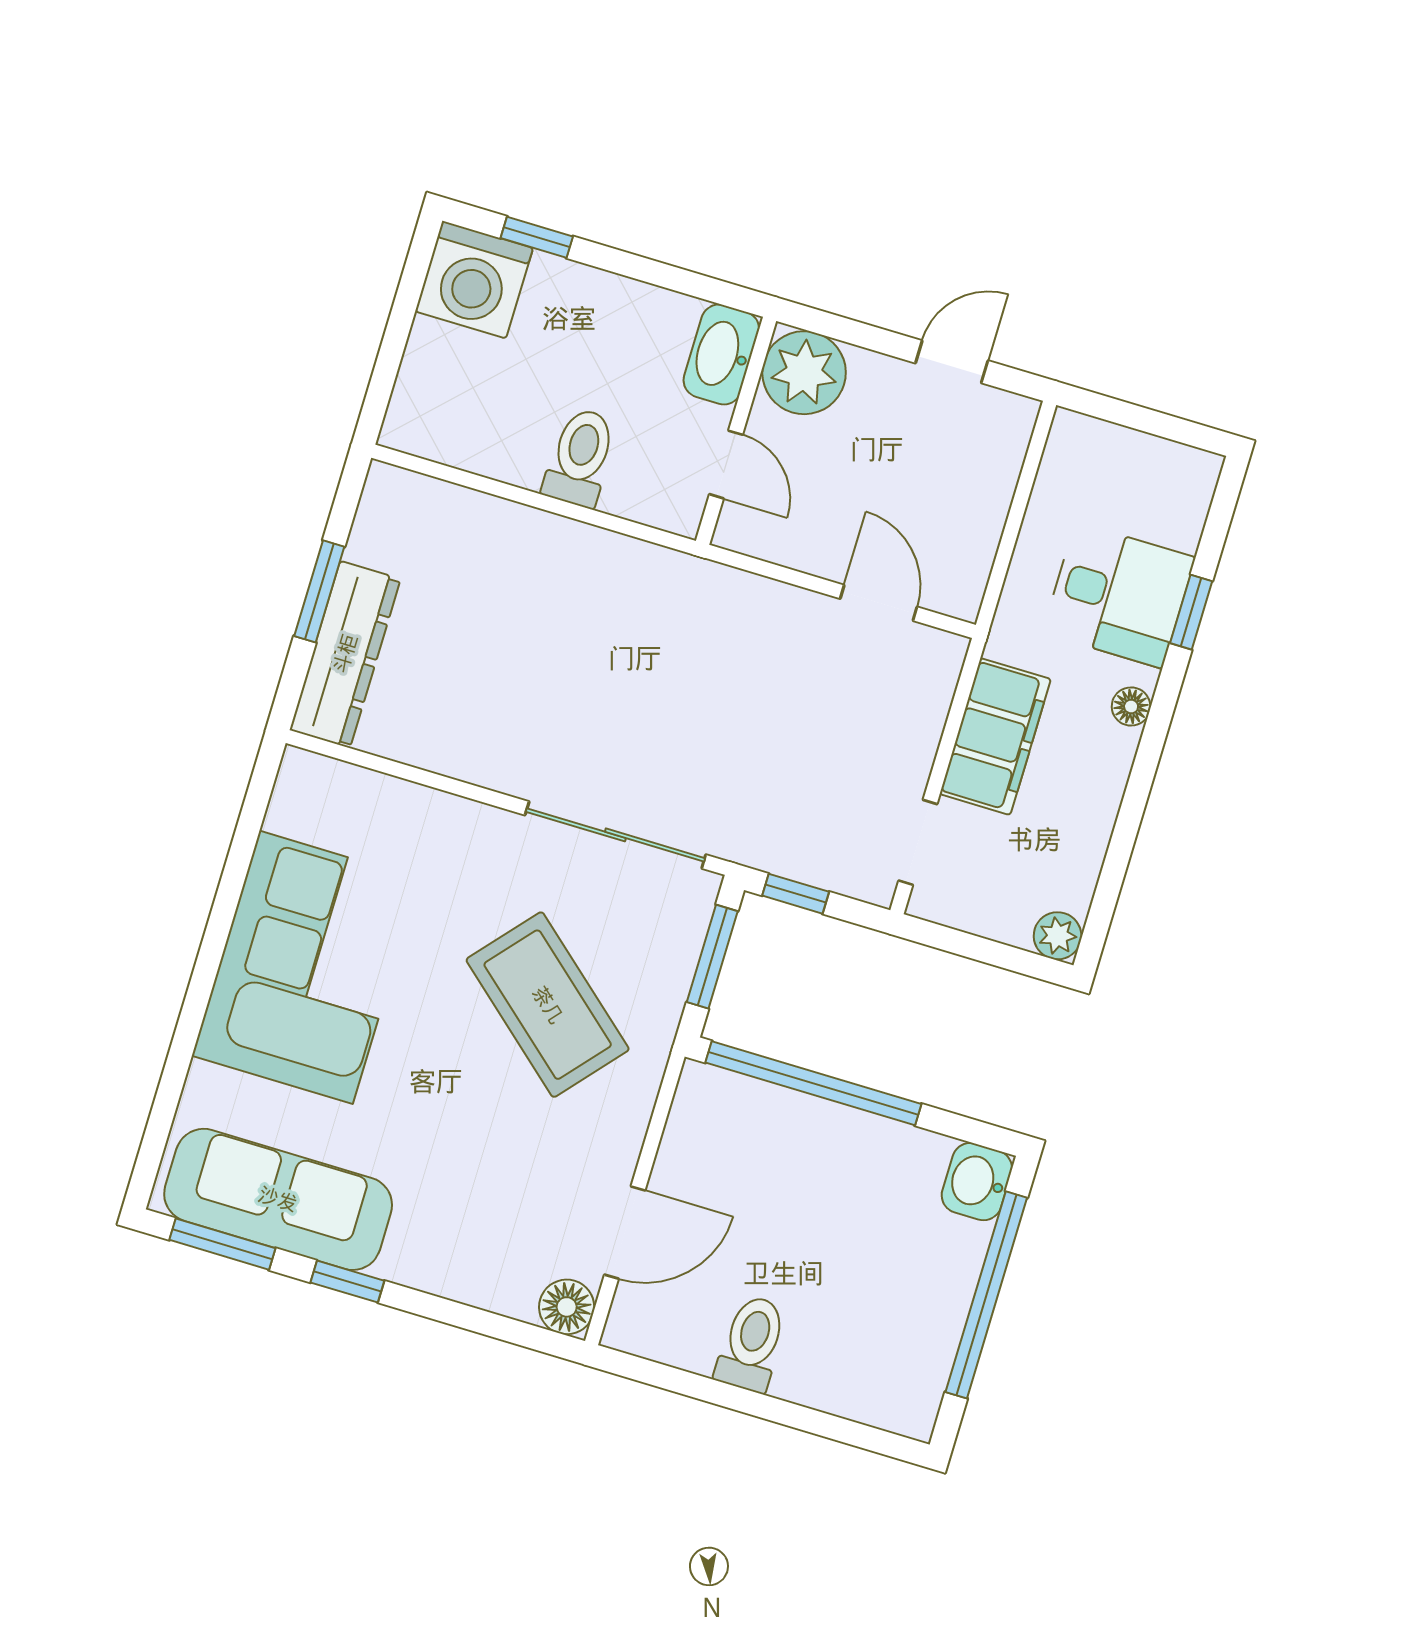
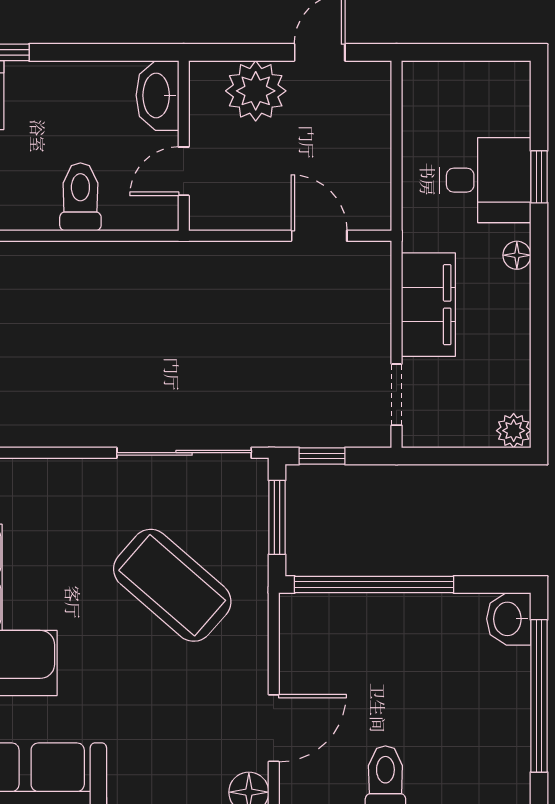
plant: (804, 373) -> (256, 91), moved
door: (726, 464) -> (184, 171), swing flipped

